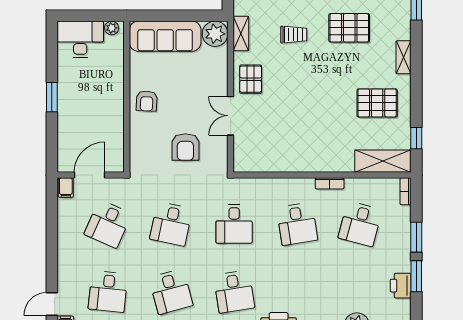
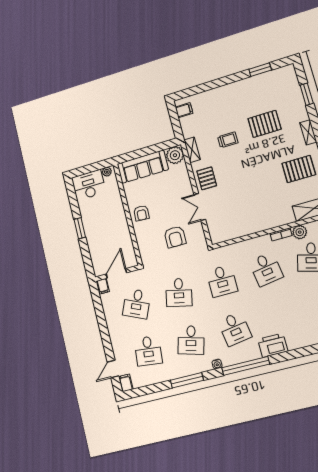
plant: (355, 187) -> (300, 232), added
desk: (171, 292) -> (191, 340), turned 30

